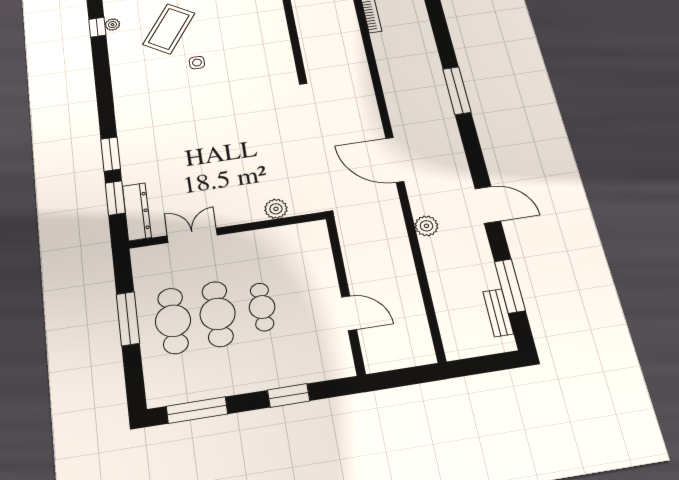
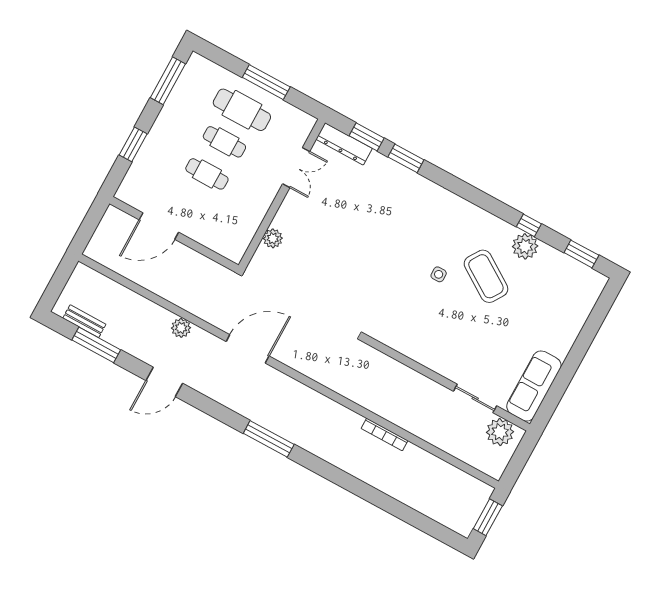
plant: (112, 25) -> (525, 246), width x1.87, depth x1.87
door: (349, 313) -> (159, 226), width x1.36
cafe table: (218, 314) -> (224, 142), width x0.73, depth x0.74

